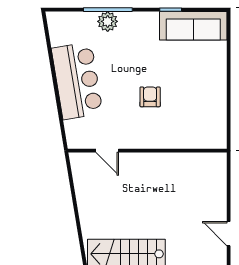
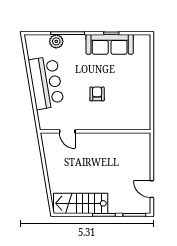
plant: (108, 21) -> (56, 41), moved
sofa: (193, 26) -> (110, 44), moved

